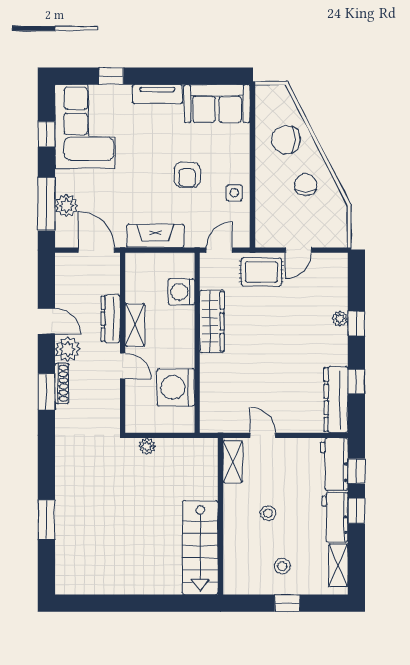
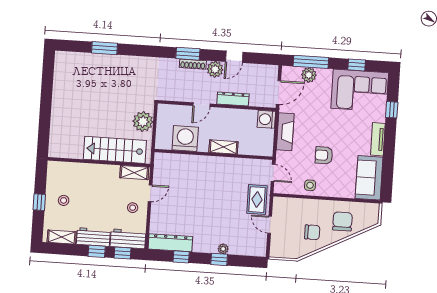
washing machine: (181, 292) -> (266, 119), moved, turned -90
wardrobe: (212, 321) -> (227, 165), removed
shelving: (135, 325) -> (223, 147), moved
plant: (147, 446) -> (143, 122), width x1.87, depth x1.87
stool: (268, 513) -> (133, 208), moved
stairs: (200, 547) -> (115, 150), moved

